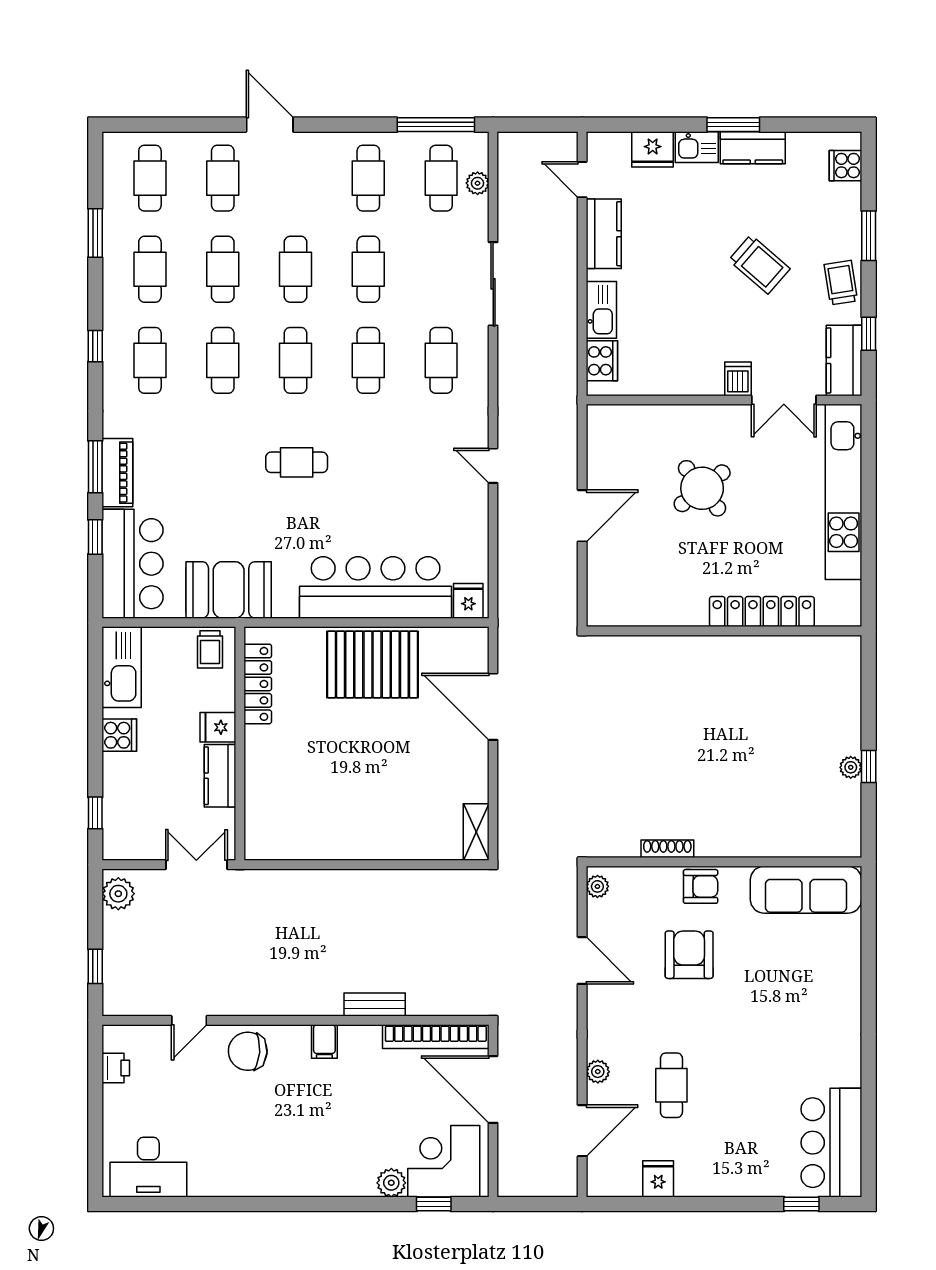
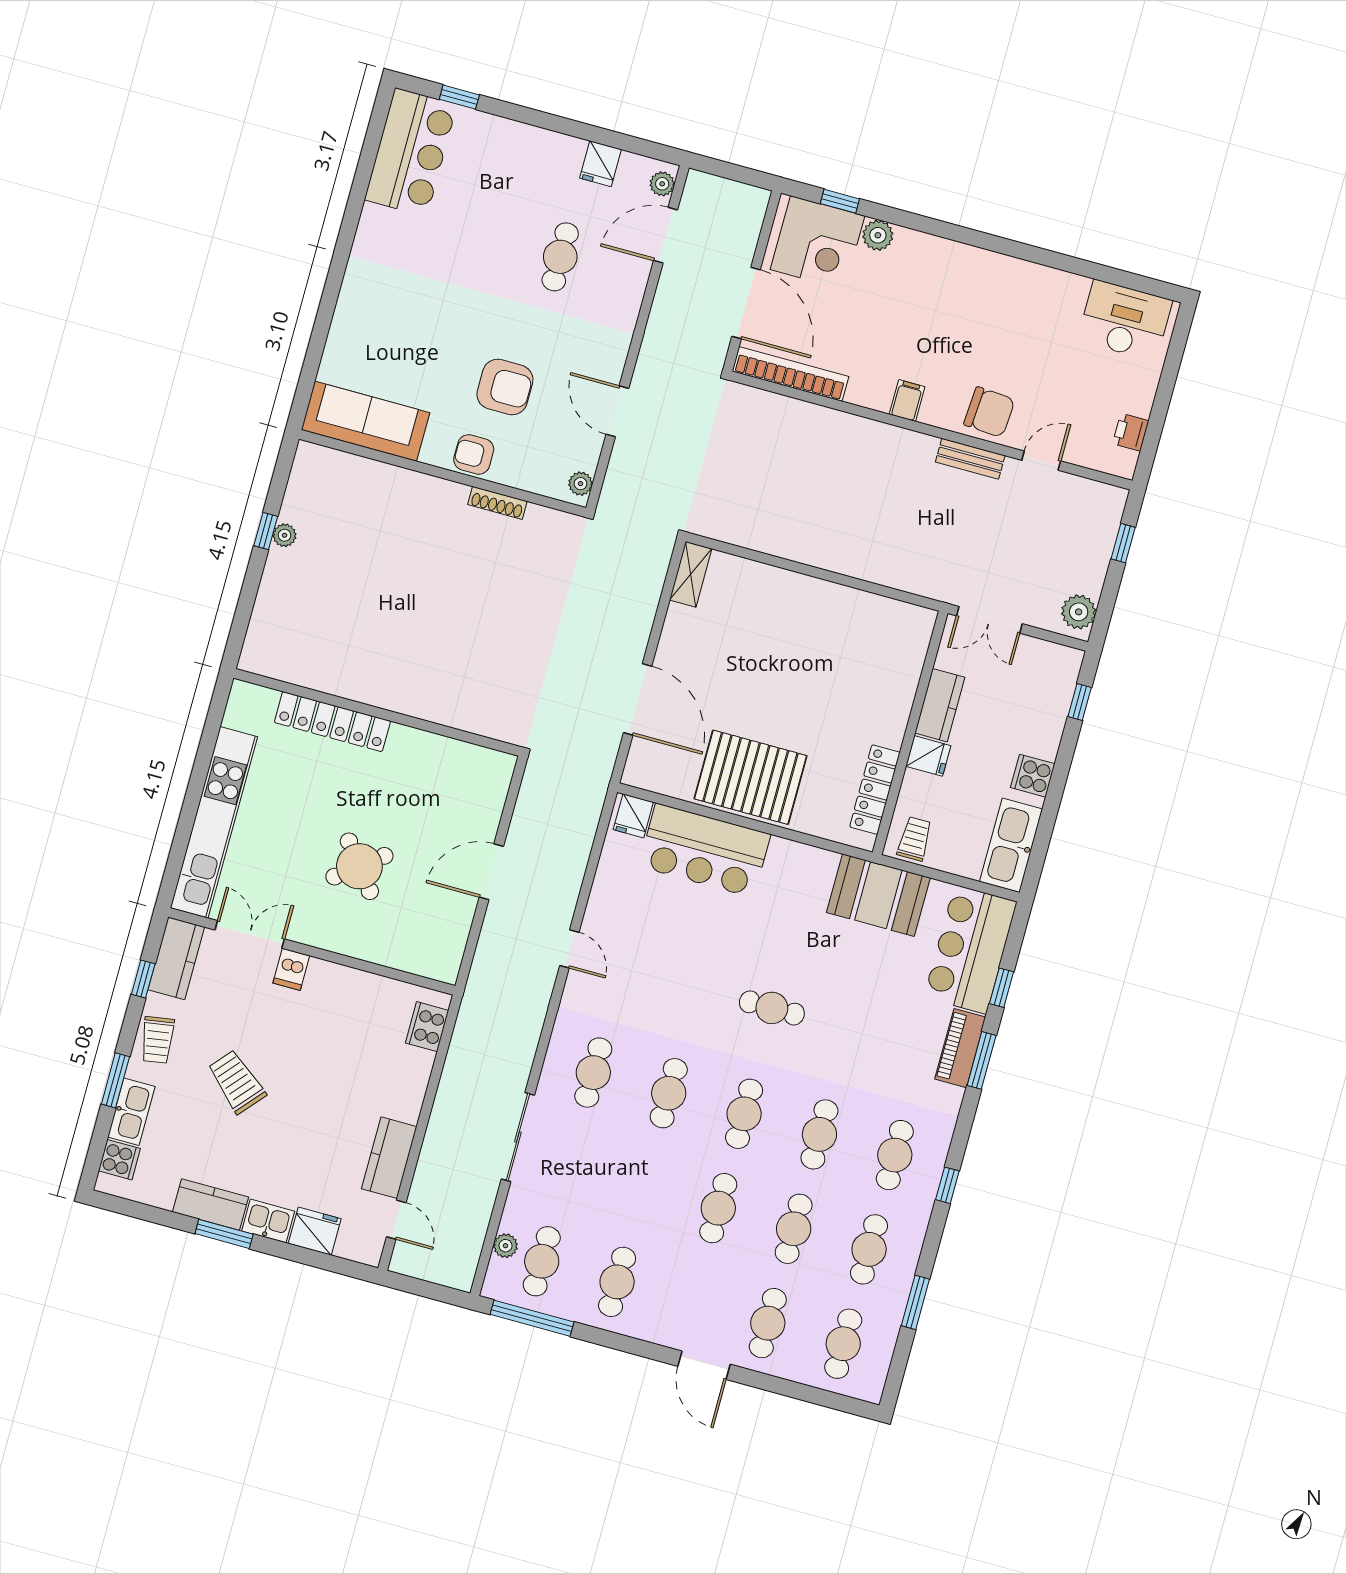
cafe table: (368, 269) -> (643, 1188), removed
kitchen sink: (601, 310) -> (131, 1112), moved, turned 180
bar counter: (376, 587) -> (705, 850), width x0.73
armchair: (689, 955) -> (505, 387), turned -90
bench: (375, 1005) -> (970, 459), moved
plant: (598, 1072) -> (662, 184), moved

